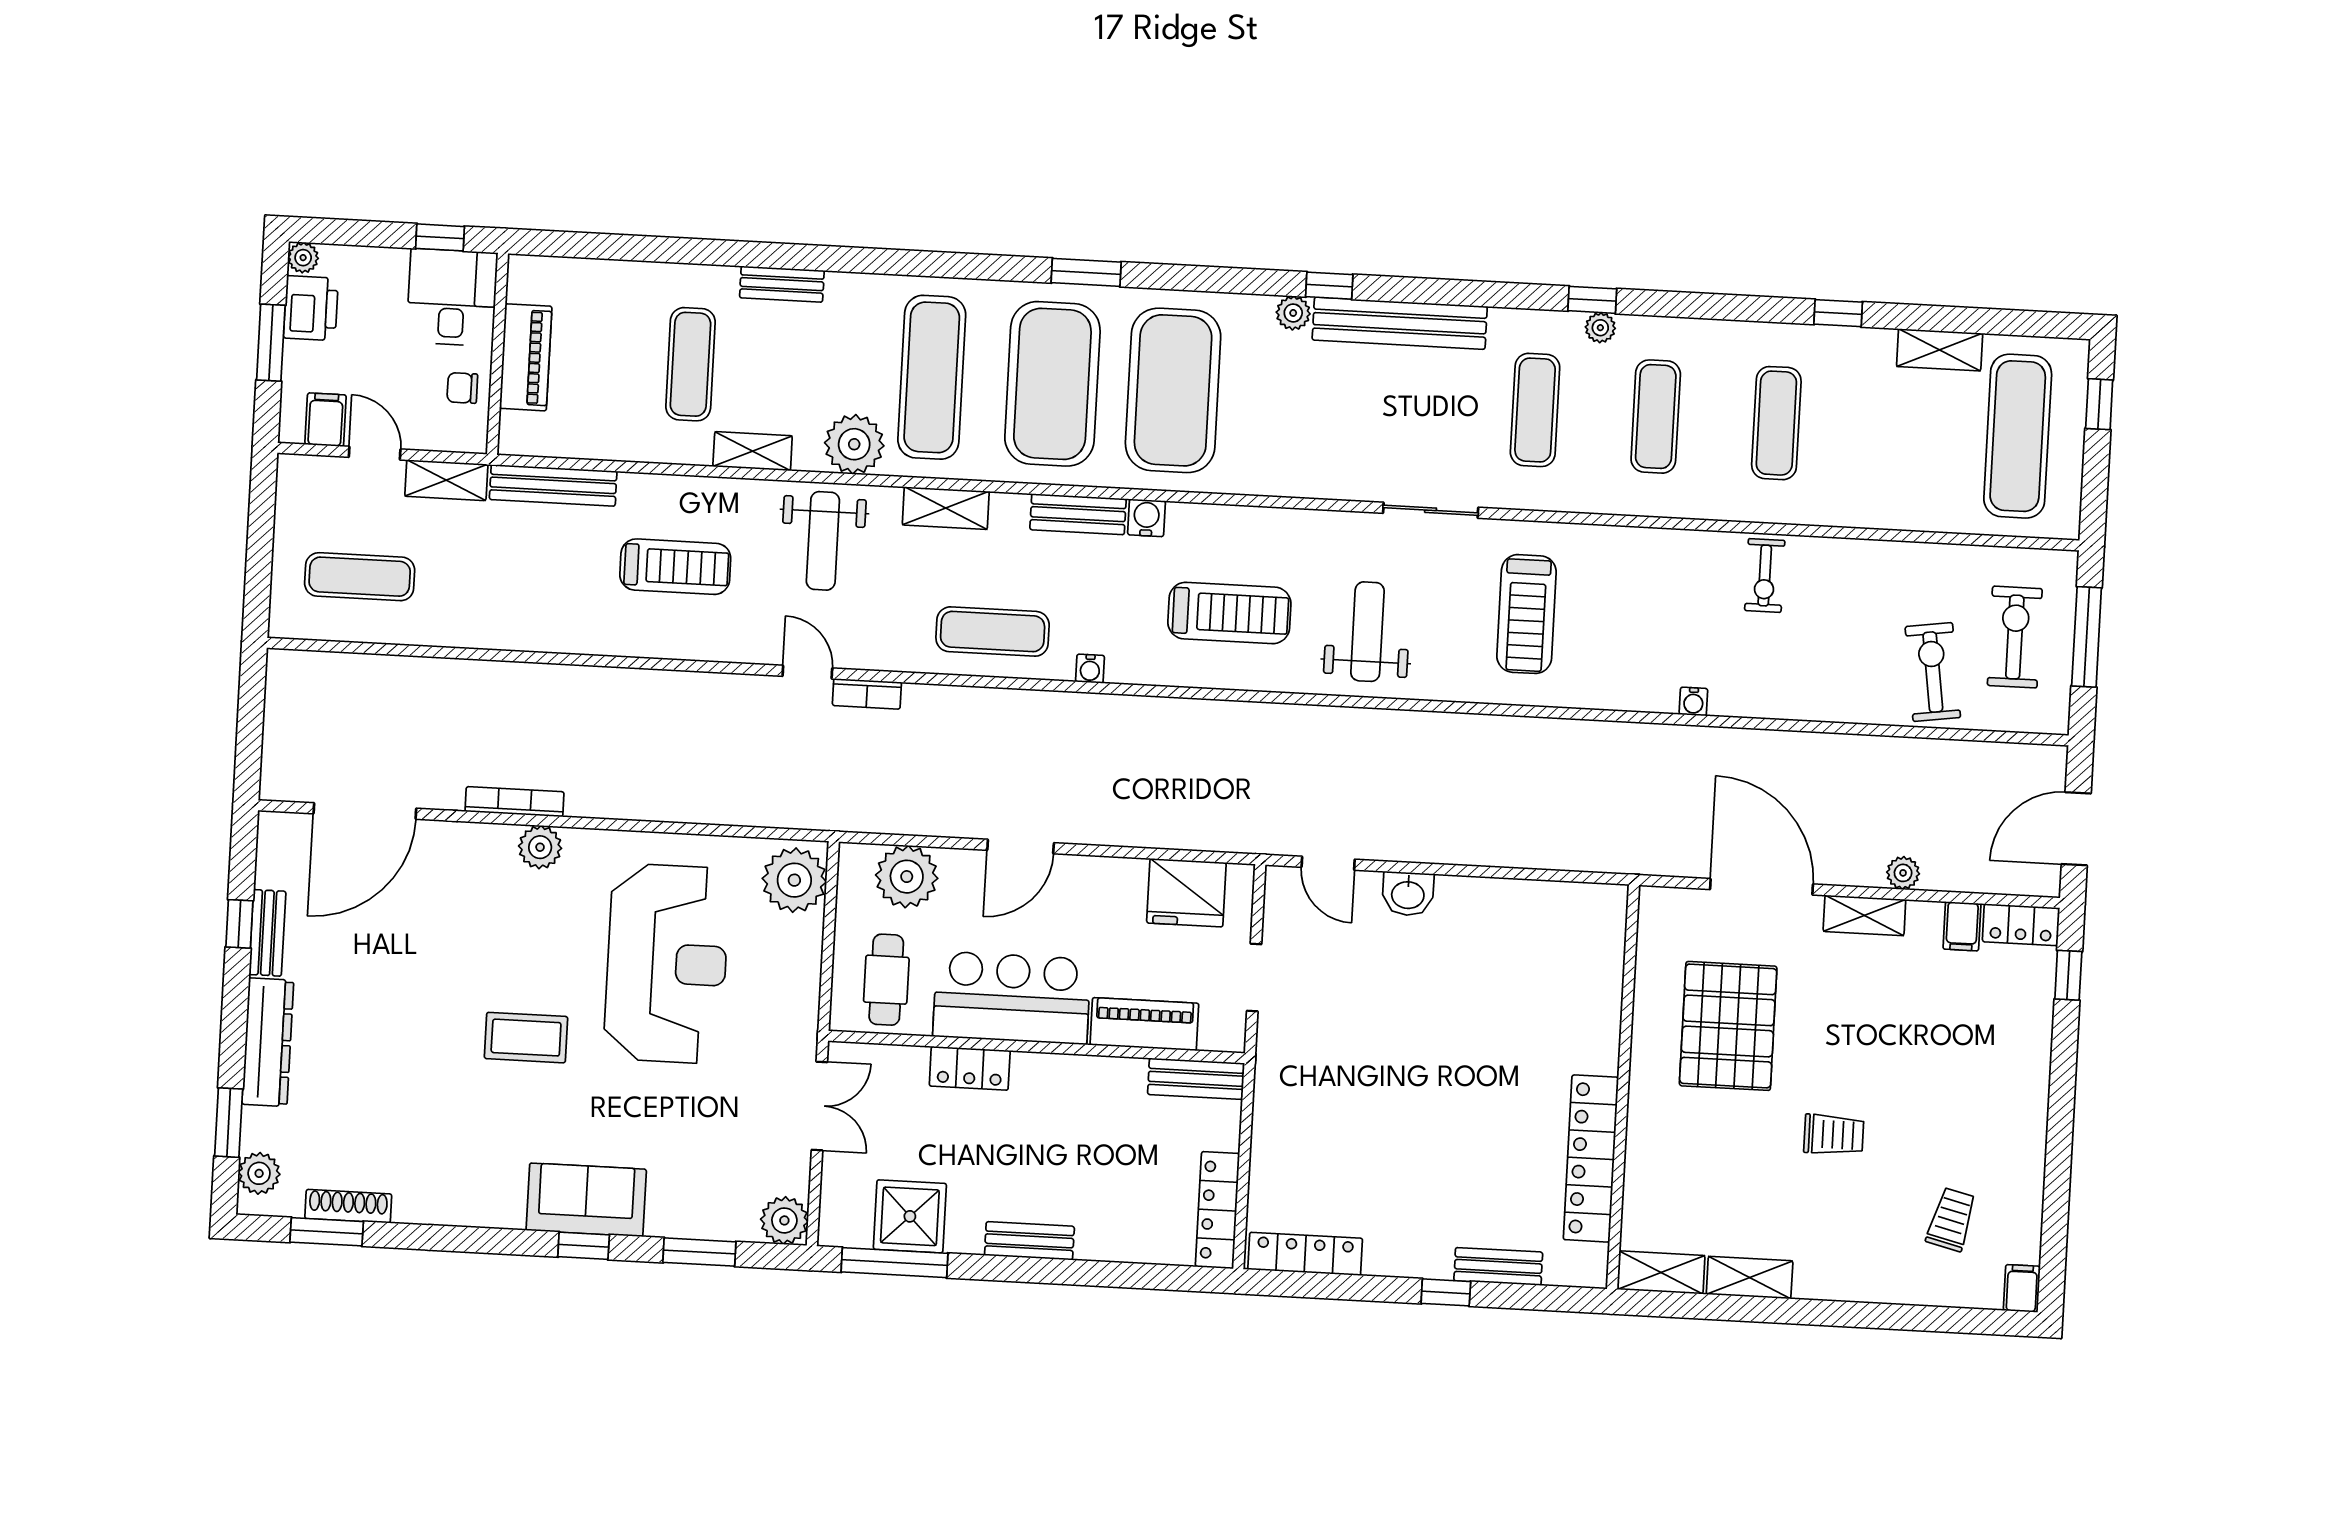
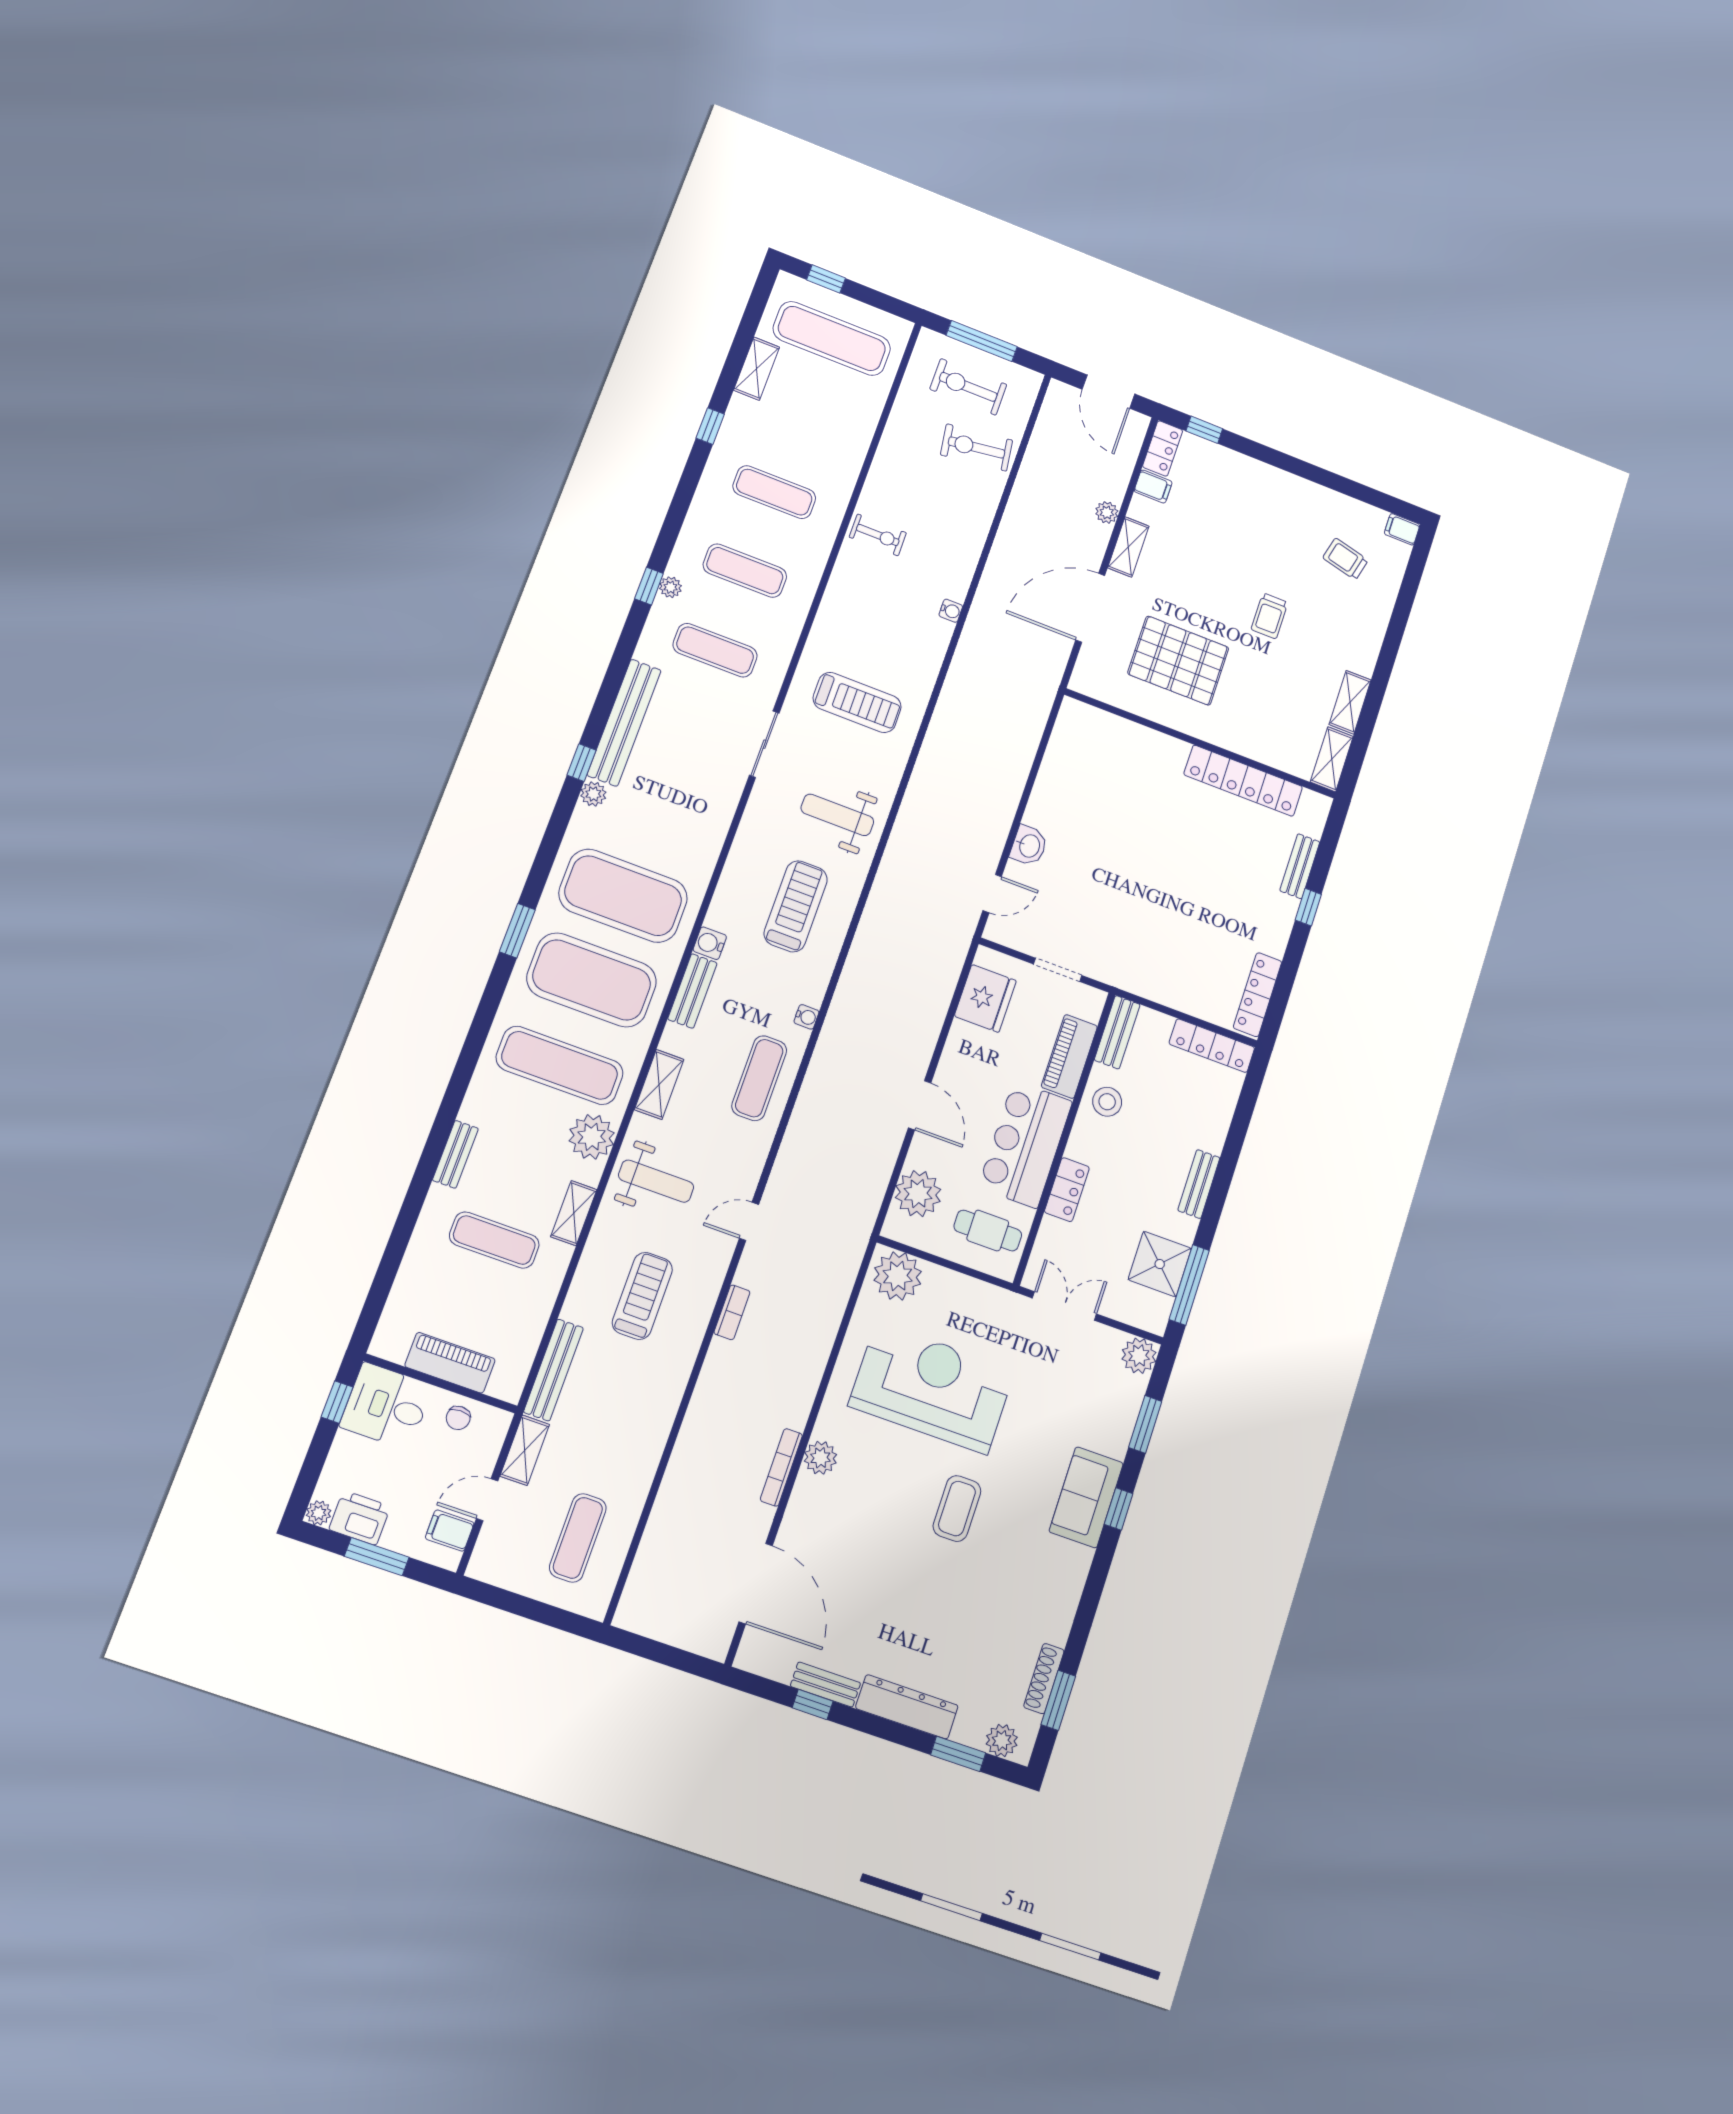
bookcase: (867, 694) -> (732, 1312), moved
stool: (1100, 1090) -> (1107, 1102), added
trolley: (1834, 1135) -> (1269, 616), turned 180

